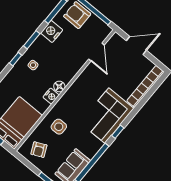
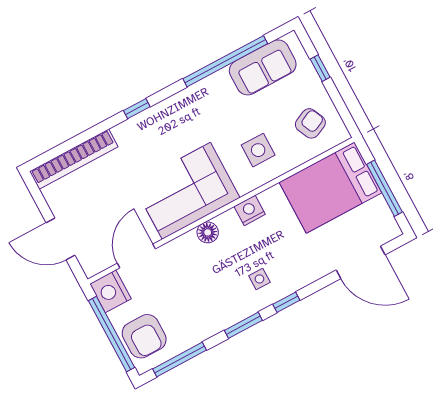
nightstand: (52, 31) -> (110, 291), moved, turned 90
floor lamp: (59, 86) -> (208, 232), moved
corner sofa: (107, 116) -> (186, 191), moved, turned 180
window: (118, 132) -> (137, 109), moved

